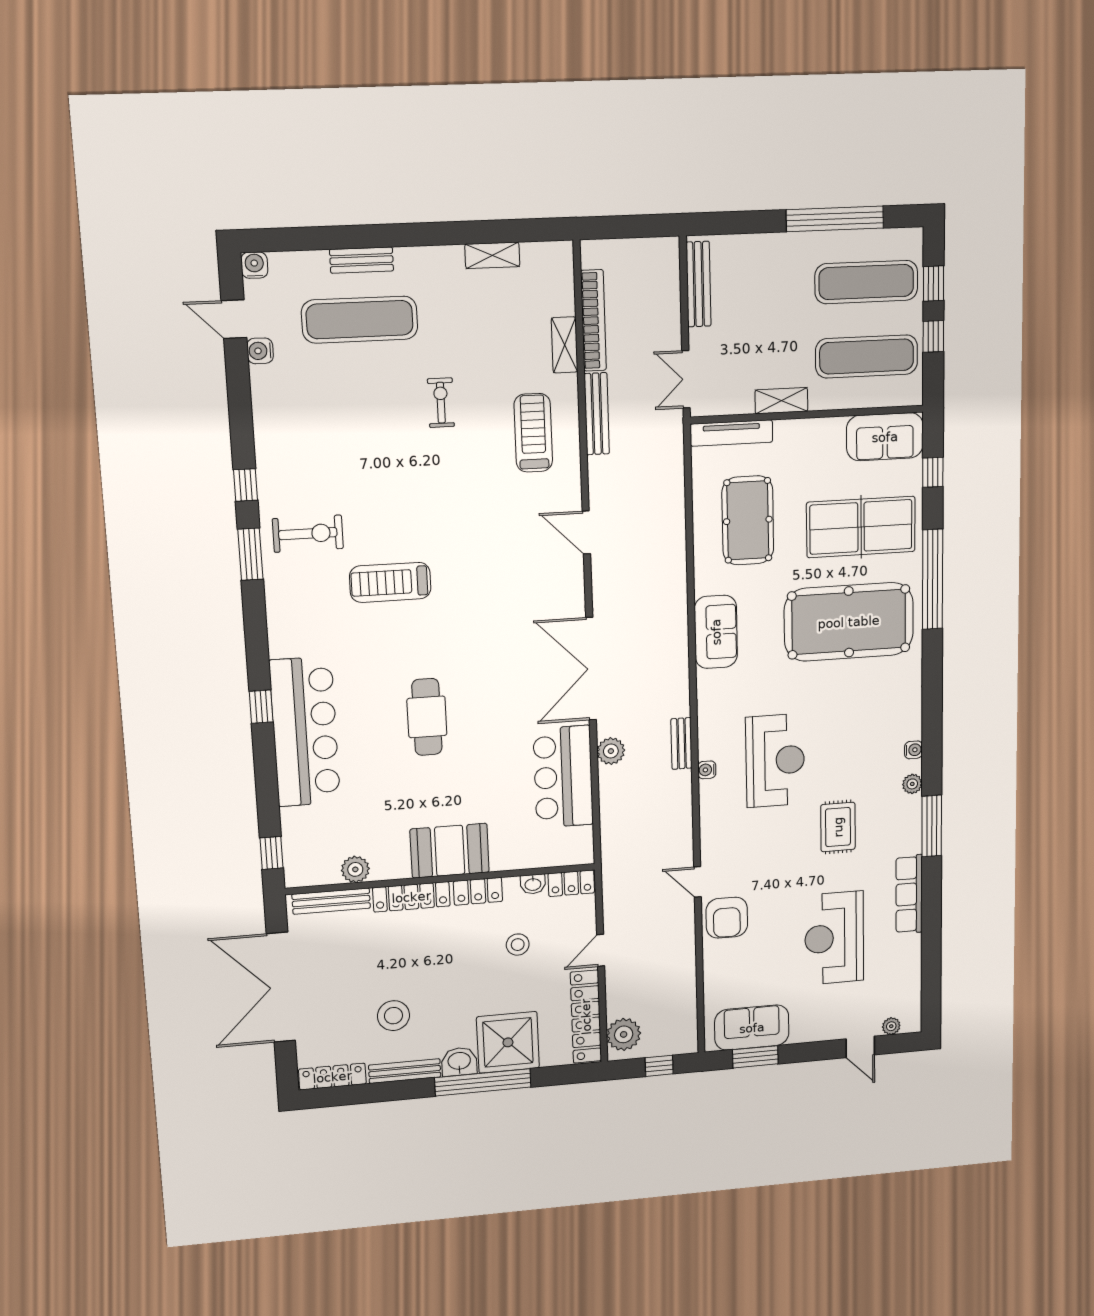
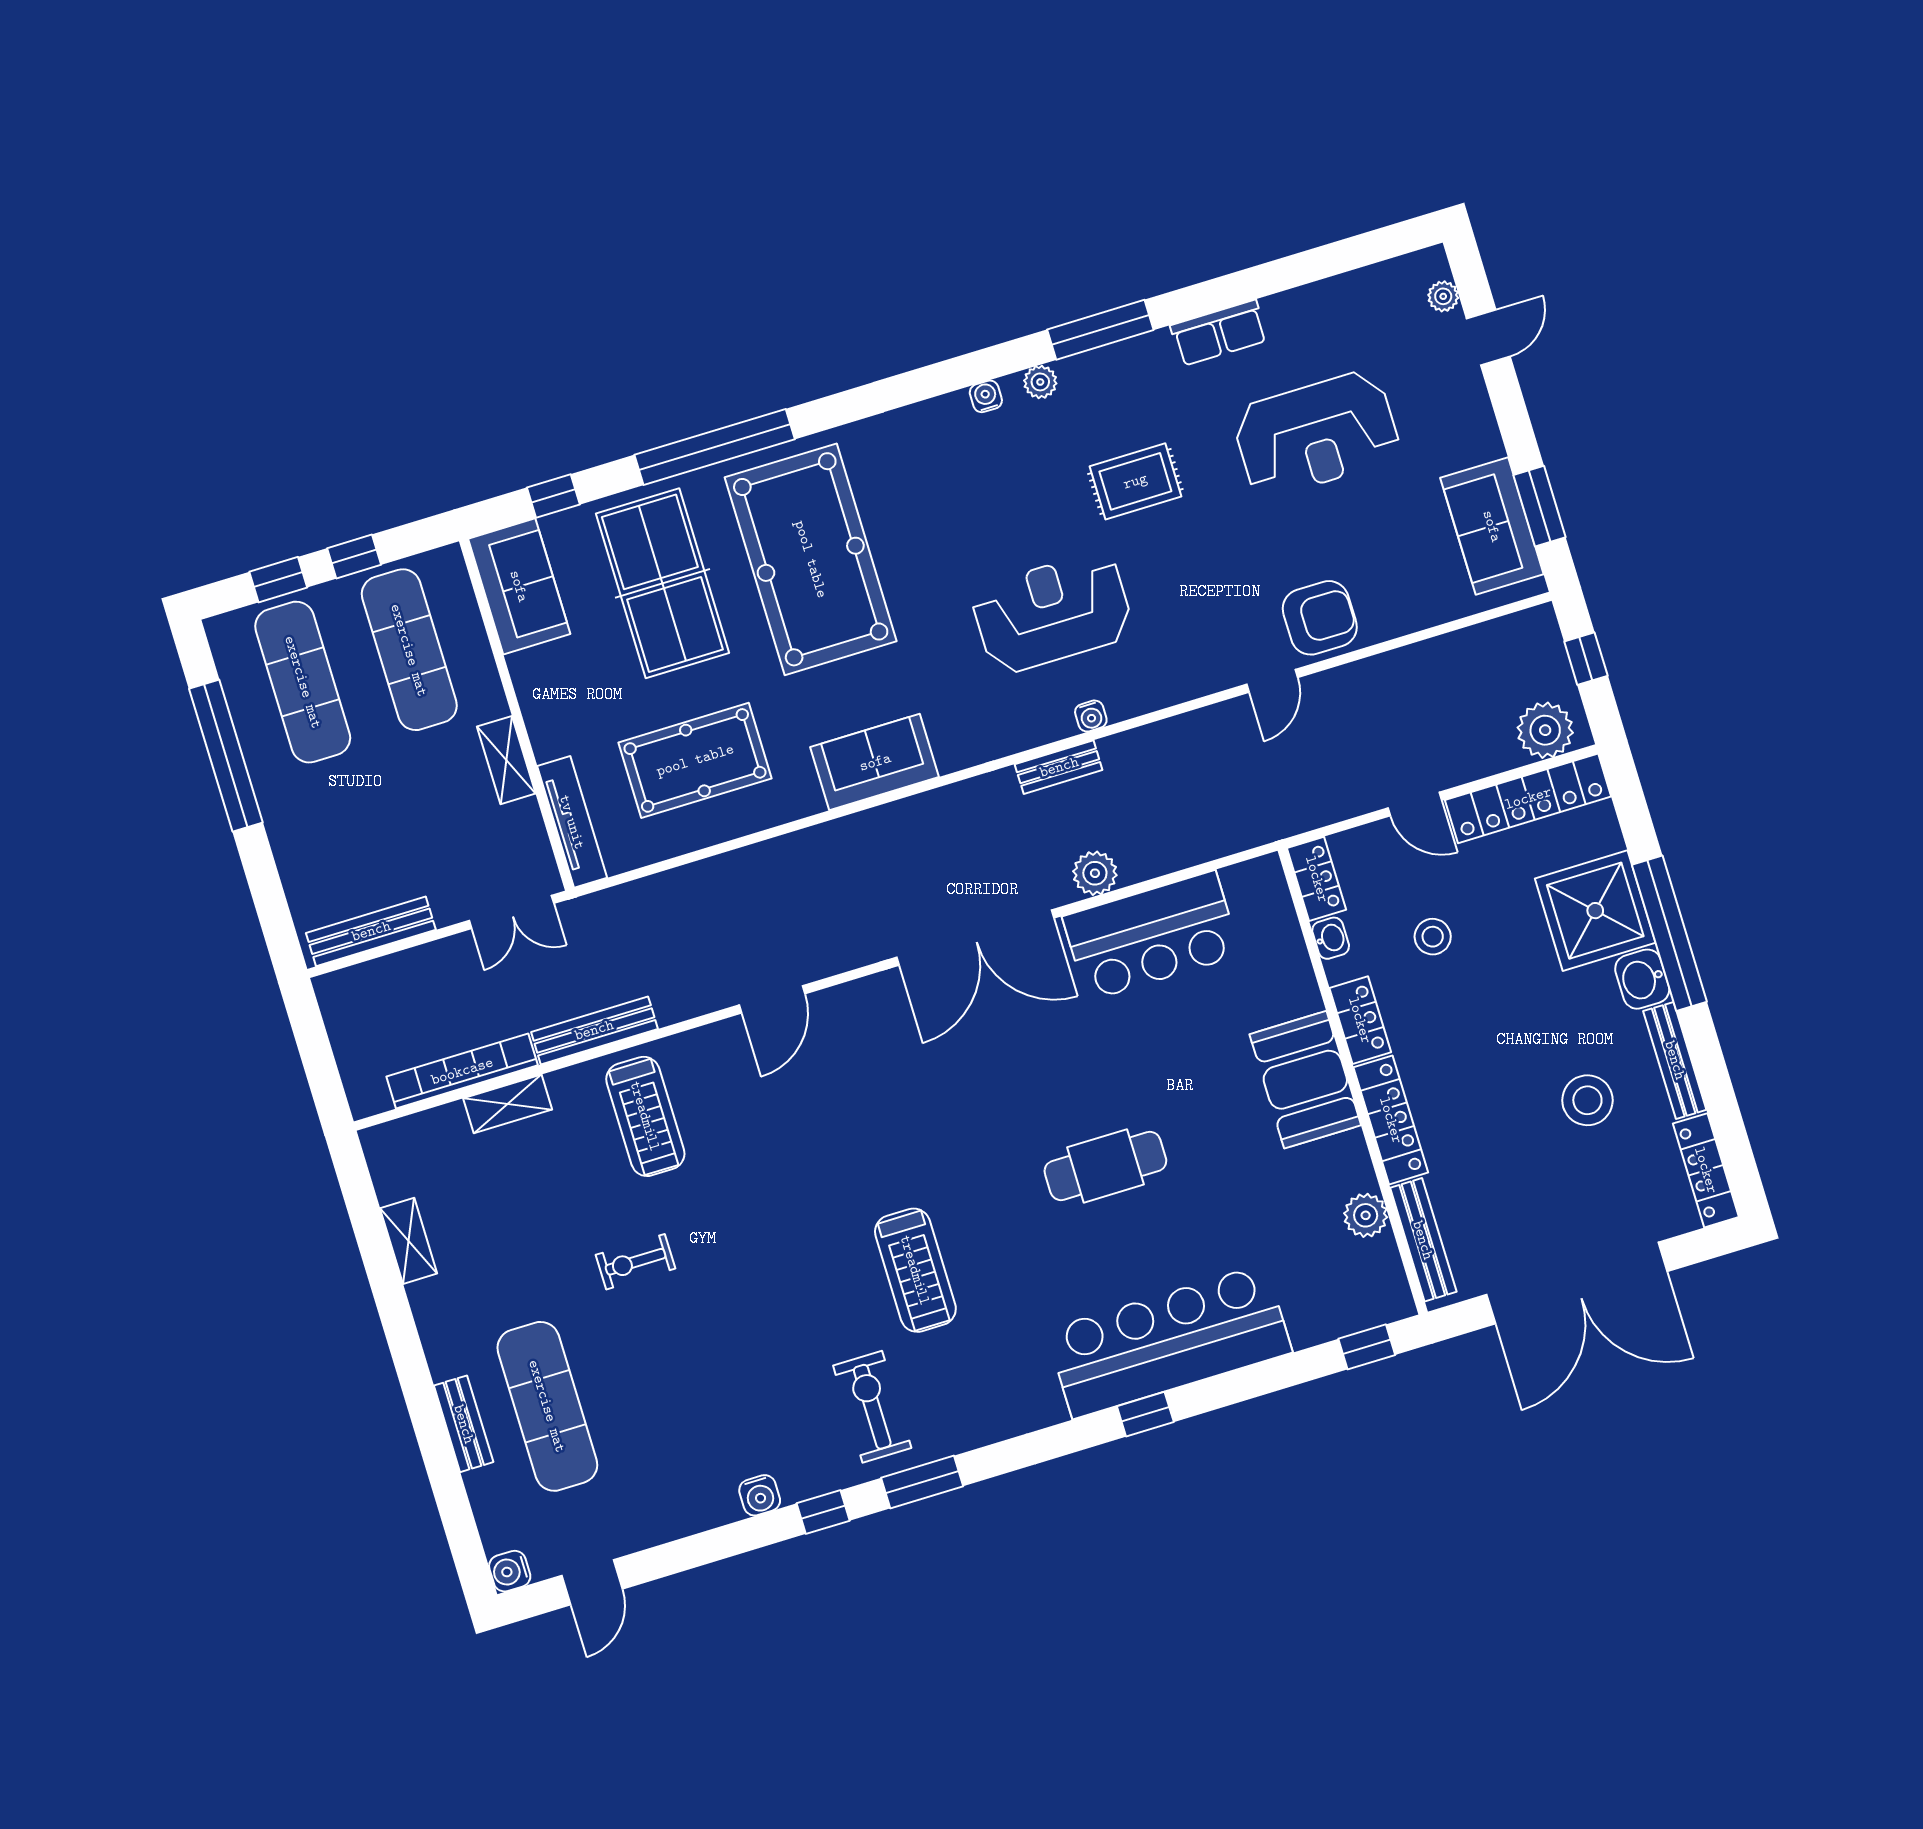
water cooler: (260, 351) -> (760, 1495), moved
treadmill: (533, 433) -> (645, 1116), turned -90
row of seats: (909, 894) -> (1219, 333), width x0.68

